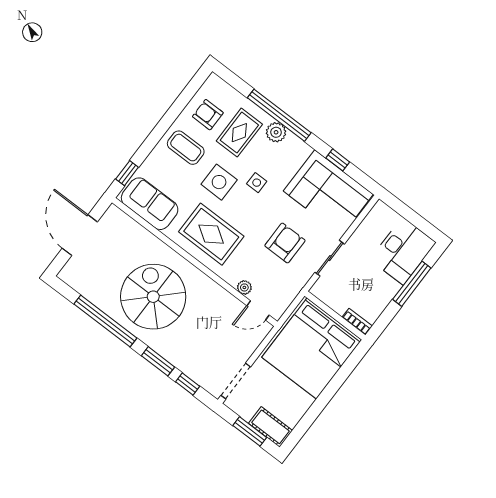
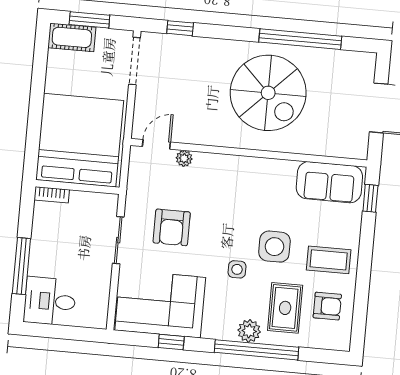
rug: (211, 234) -> (250, 190), removed
desk: (403, 251) -> (50, 301), width x0.73
window: (158, 361) -> (223, 32), removed

